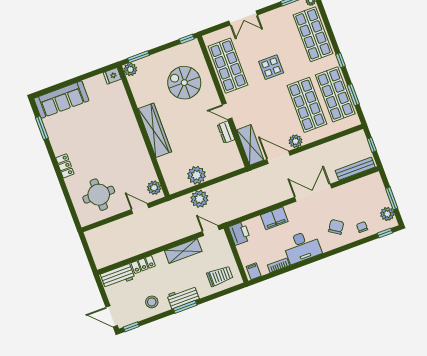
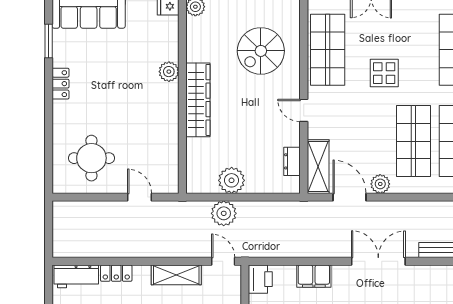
spiral stairs: (184, 83) -> (261, 51), turned -90
dresser: (226, 132) -> (292, 161), moved
locker: (65, 166) -> (61, 84), moved
plant: (154, 188) -> (169, 72), moved

